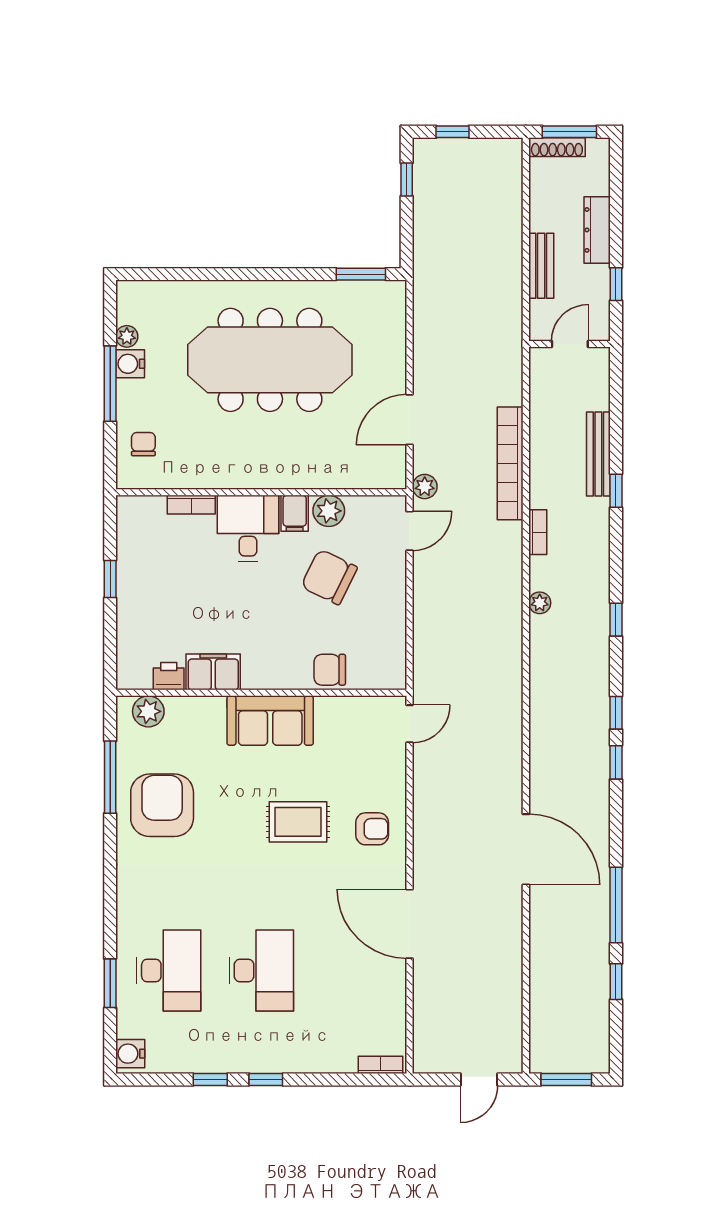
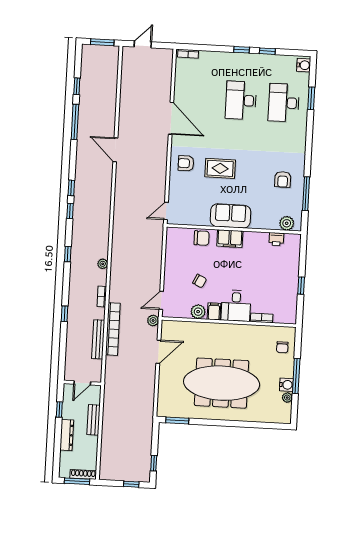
bench: (598, 454) -> (98, 339), moved
chair: (329, 577) -> (200, 281), width x0.54, depth x0.54
filing cabinet: (213, 672) -> (230, 239), moved
armchair: (162, 805) -> (283, 179), width x0.53, depth x0.53
door: (526, 849) -> (115, 150), width x0.73

